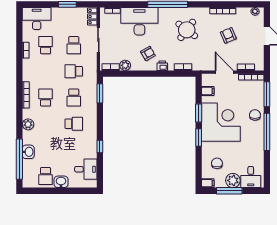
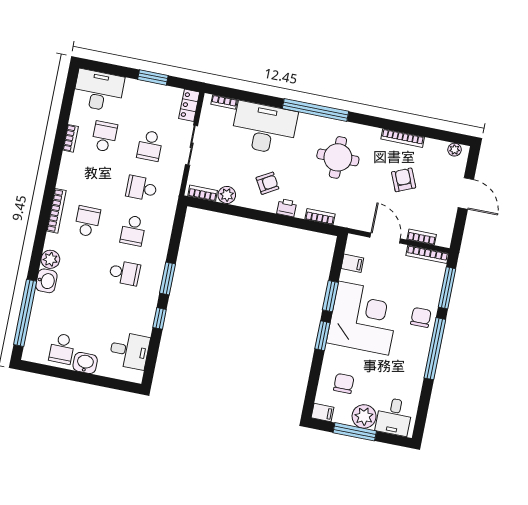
round table: (187, 30) -> (338, 157), turned -37
window: (100, 93) -> (167, 279), moved
washbasin: (28, 152) -> (46, 281), moved

